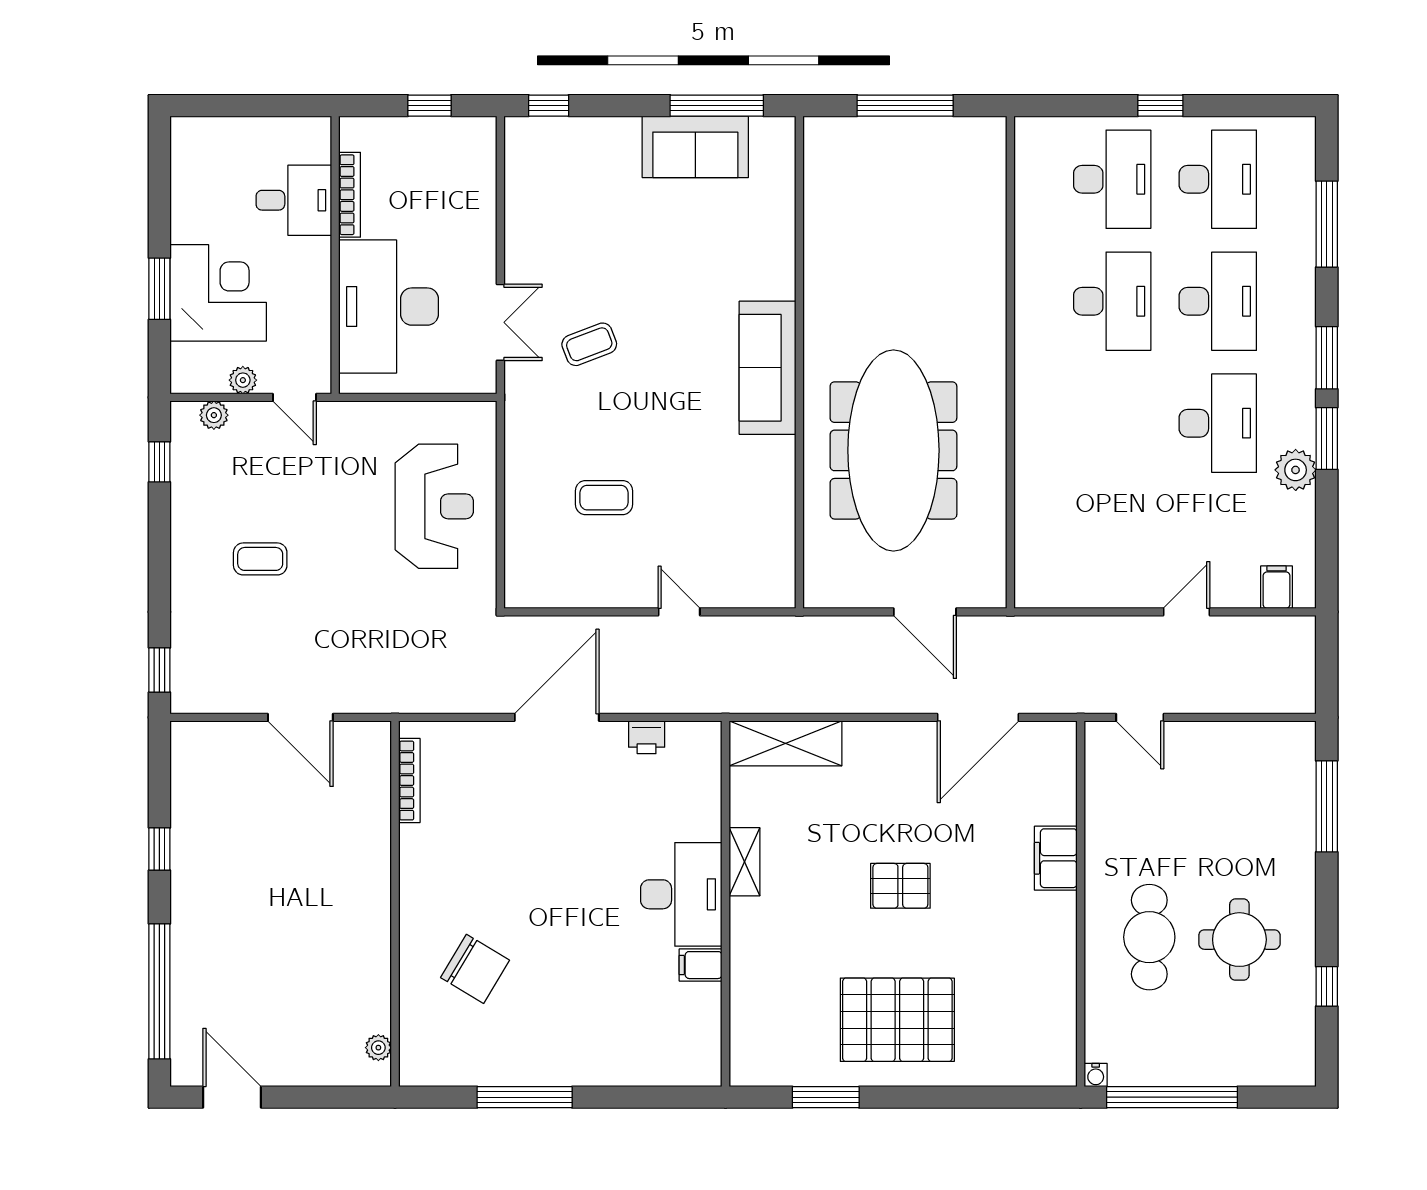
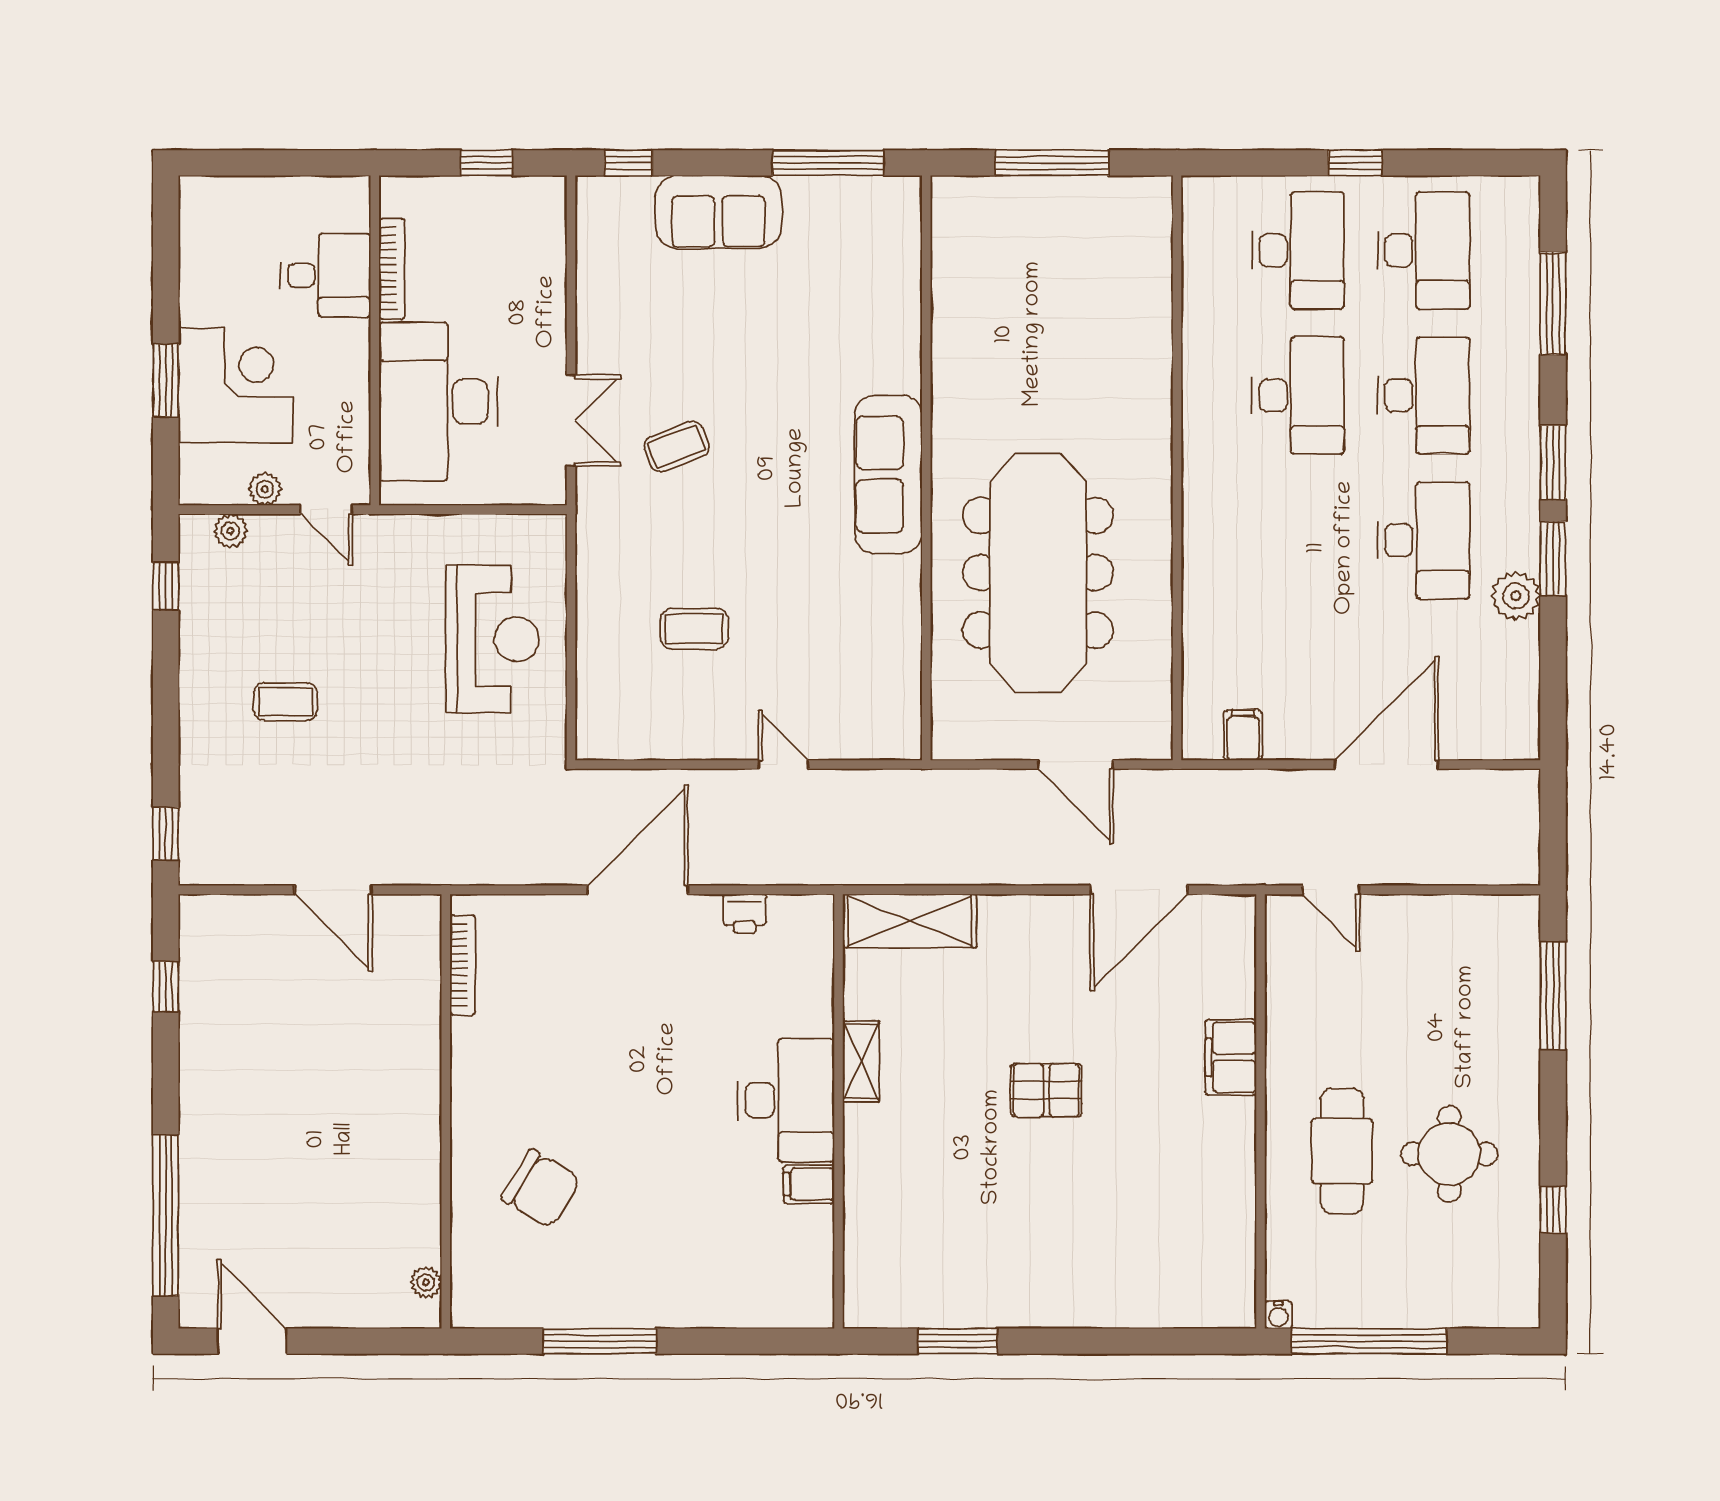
sofa: (695, 147) -> (718, 212), moved
filing cabinet: (1277, 587) -> (1243, 735), moved
door: (1187, 612) -> (1386, 765), width x1.88
window: (159, 849) -> (166, 986), moved
pallet: (897, 1020) -> (1043, 1249), removed

